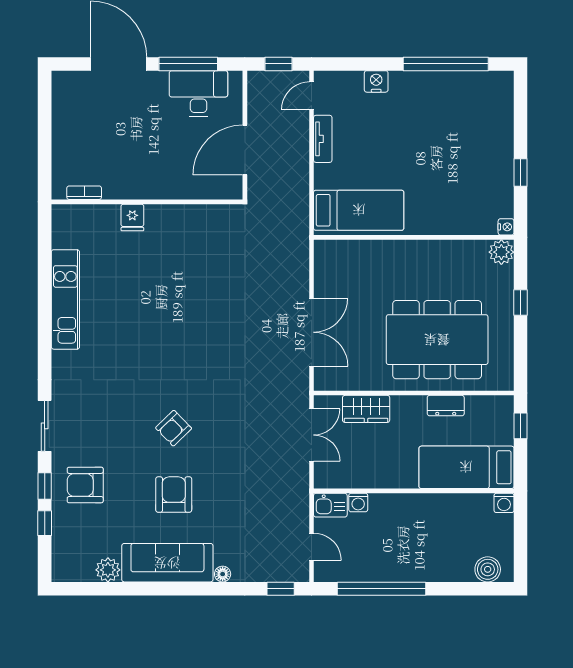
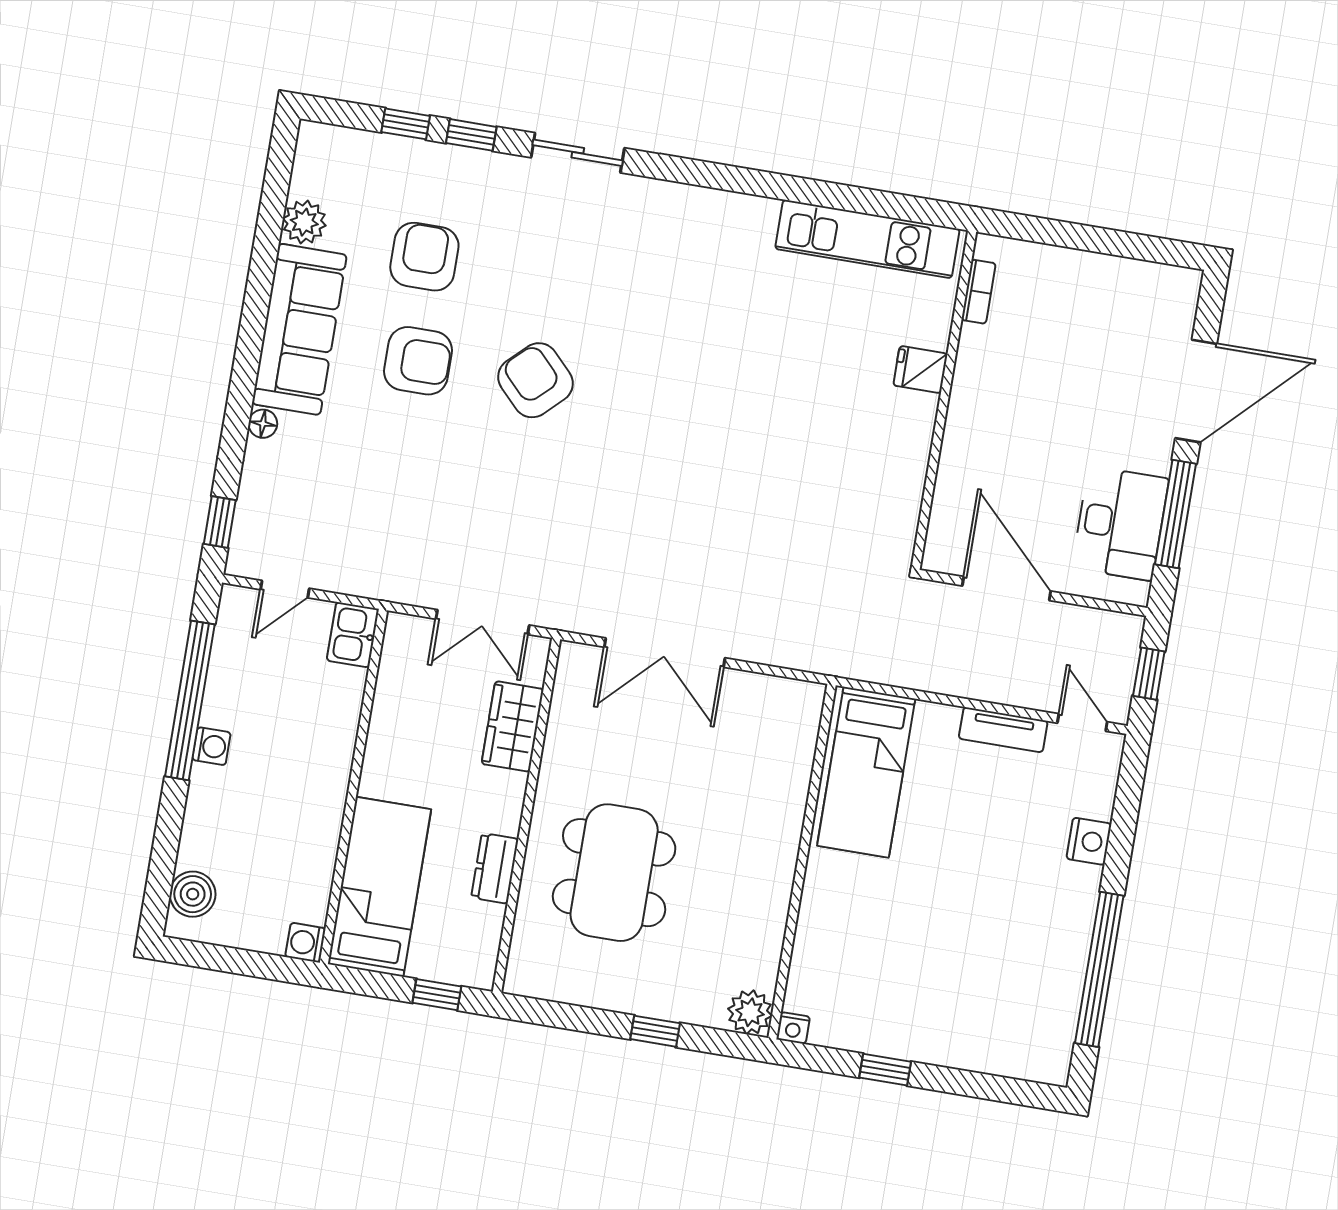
kitchen unit: (65, 299) -> (867, 239), moved
dining table: (437, 340) -> (614, 873), width x0.73, depth x0.80
armchair: (174, 428) -> (535, 380), width x1.38, depth x1.38
armchair: (85, 485) -> (424, 257), moved
washing machine: (358, 502) -> (211, 746), moved, turned 180

